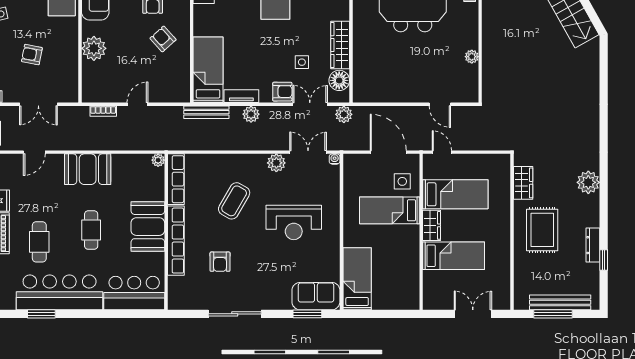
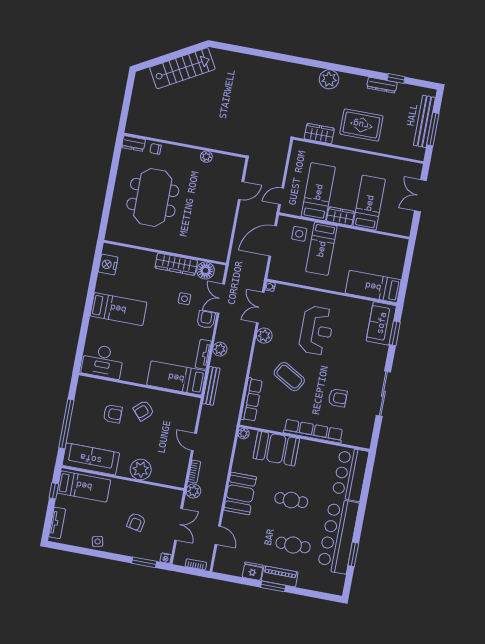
plant: (344, 114) -> (193, 491), moved
row of seats: (176, 179) -> (251, 400), moved, turned 90
booth: (148, 227) -> (276, 448), moved

